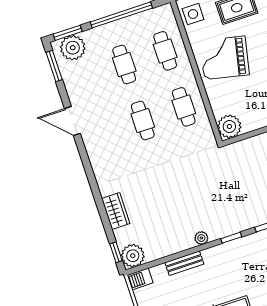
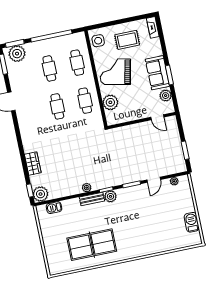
plant: (229, 126) -> (110, 102), moved
plant: (239, 247) -> (110, 196), added
bench: (184, 263) -> (92, 199), moved
barbecue: (140, 279) -> (54, 208), moved

